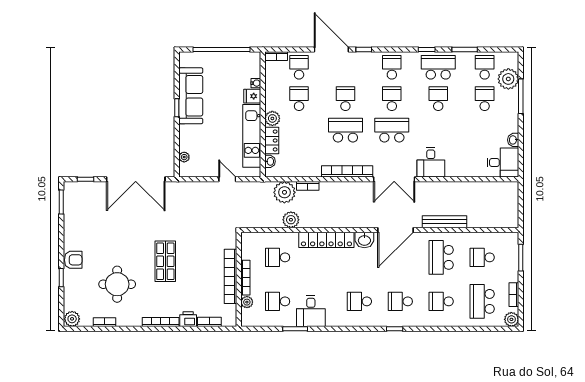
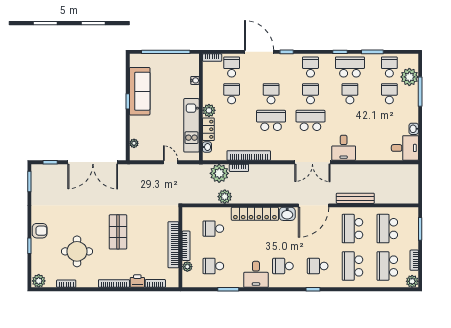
fridge: (252, 96) -> (192, 92), removed
bookcase: (347, 171) -> (249, 155), moved
school desk: (482, 257) -> (387, 229), width x1.85
school desk: (441, 301) -> (352, 266), width x1.85
desk: (311, 311) -> (256, 274), moved

